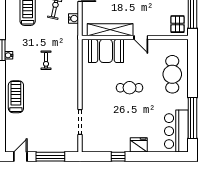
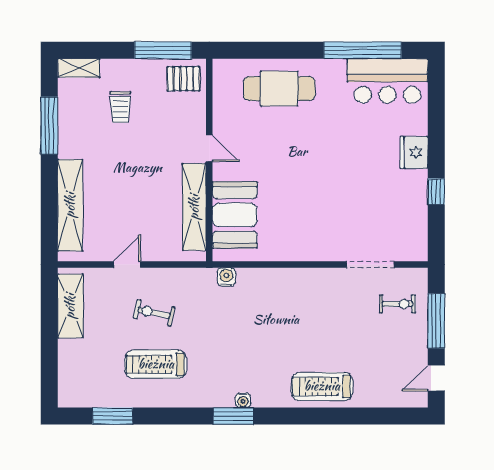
water cooler: (73, 19) -> (226, 277), moved
door: (141, 38) -> (209, 148), hinge flipped
exercise bike: (46, 60) -> (397, 304), moved
cafe table: (130, 88) -> (305, 170), removed
door: (20, 157) -> (436, 378), hinge flipped

